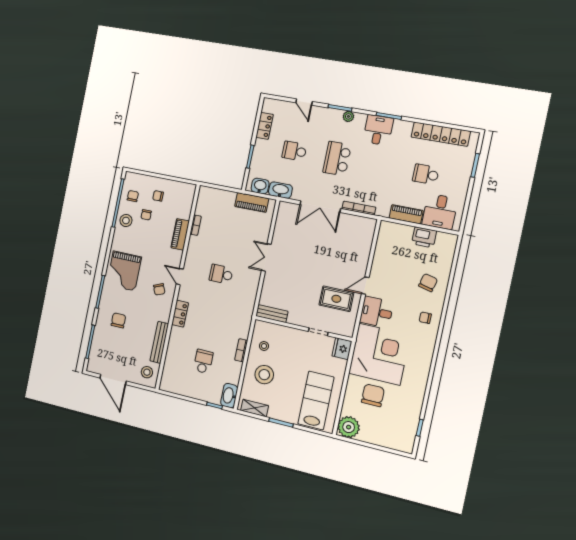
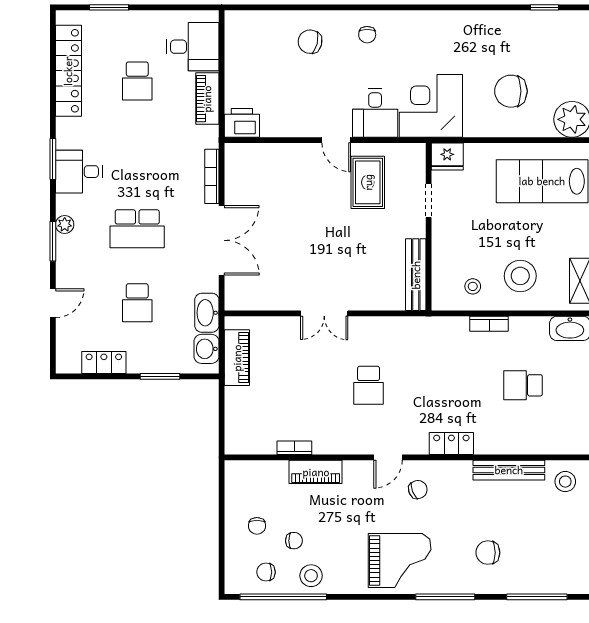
printer: (424, 237) -> (242, 123), moved, turned -90
bench: (272, 314) -> (416, 275), width x1.36
corner desk: (379, 354) -> (431, 106), width x0.74, depth x0.74

